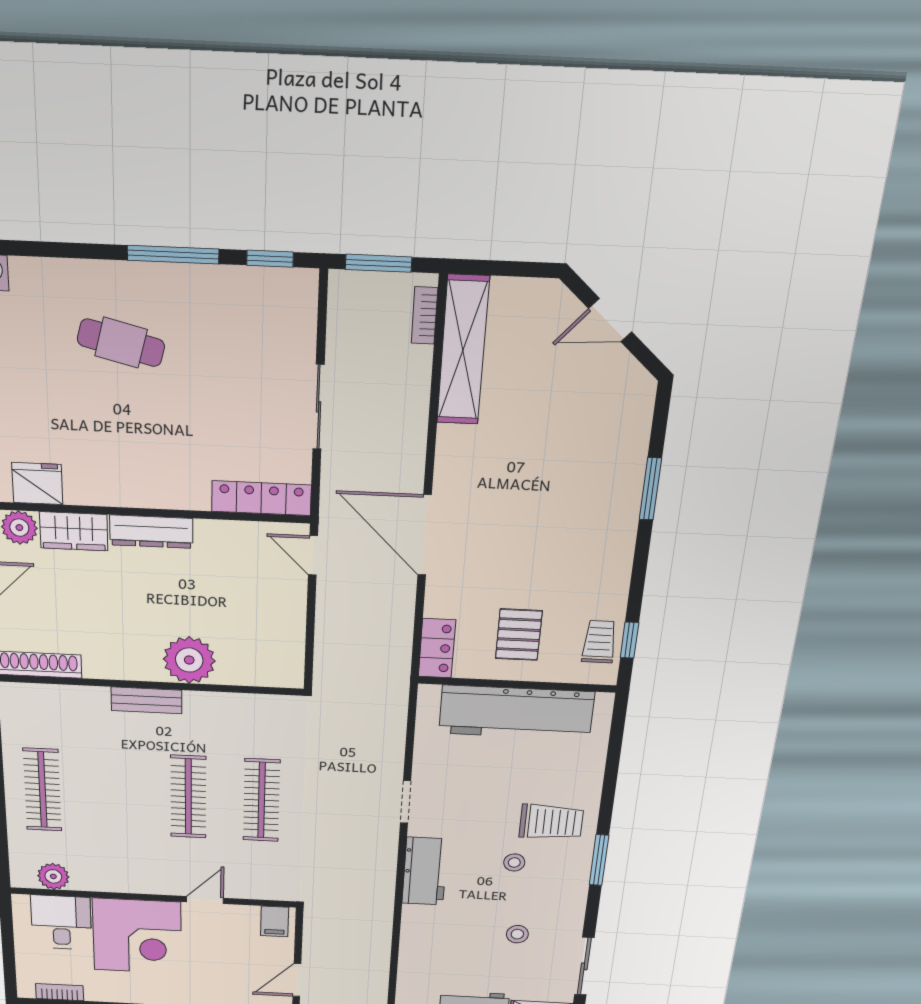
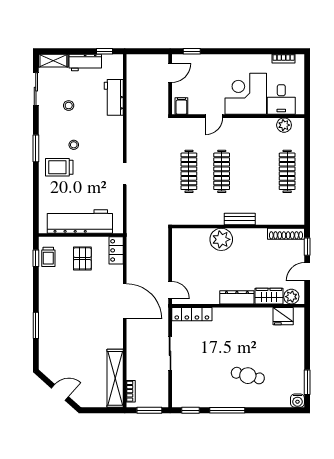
workbench: (425, 871) -> (114, 97), moved

